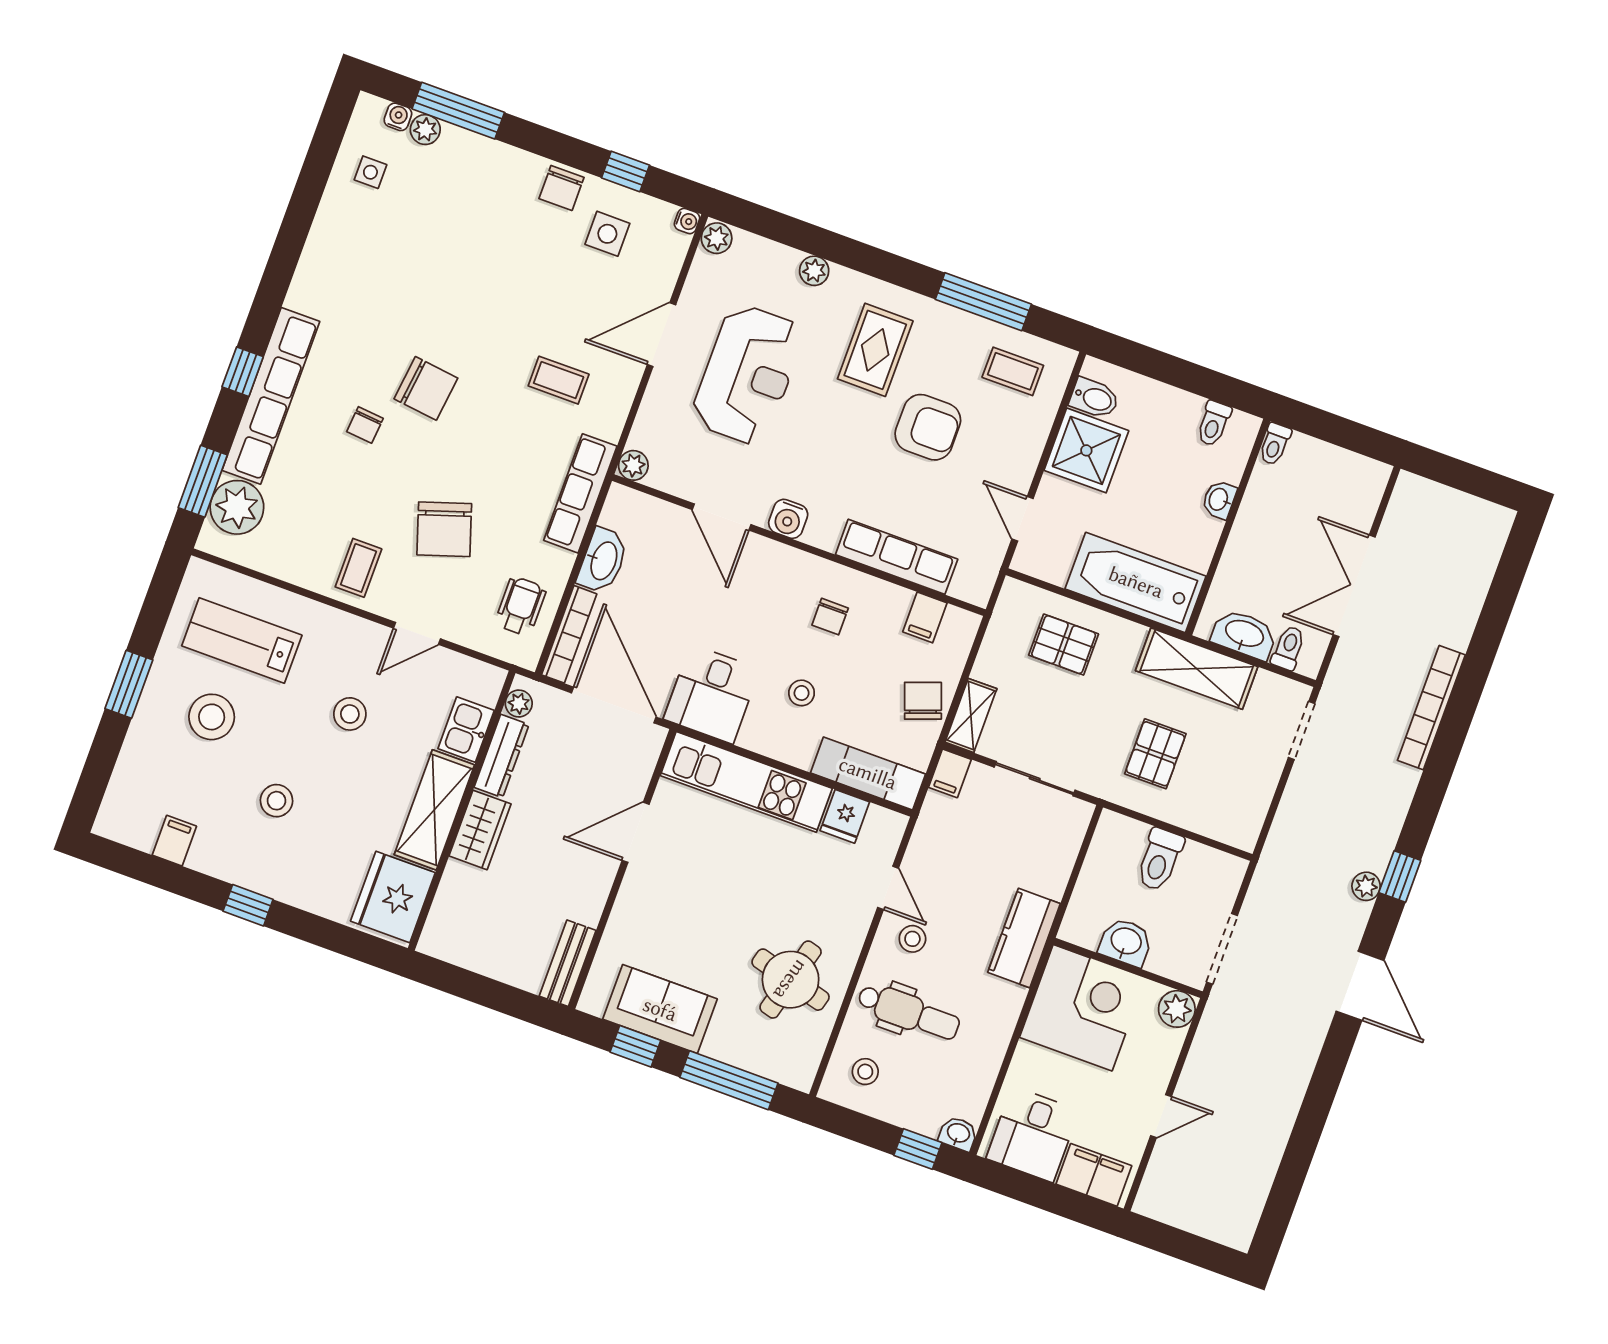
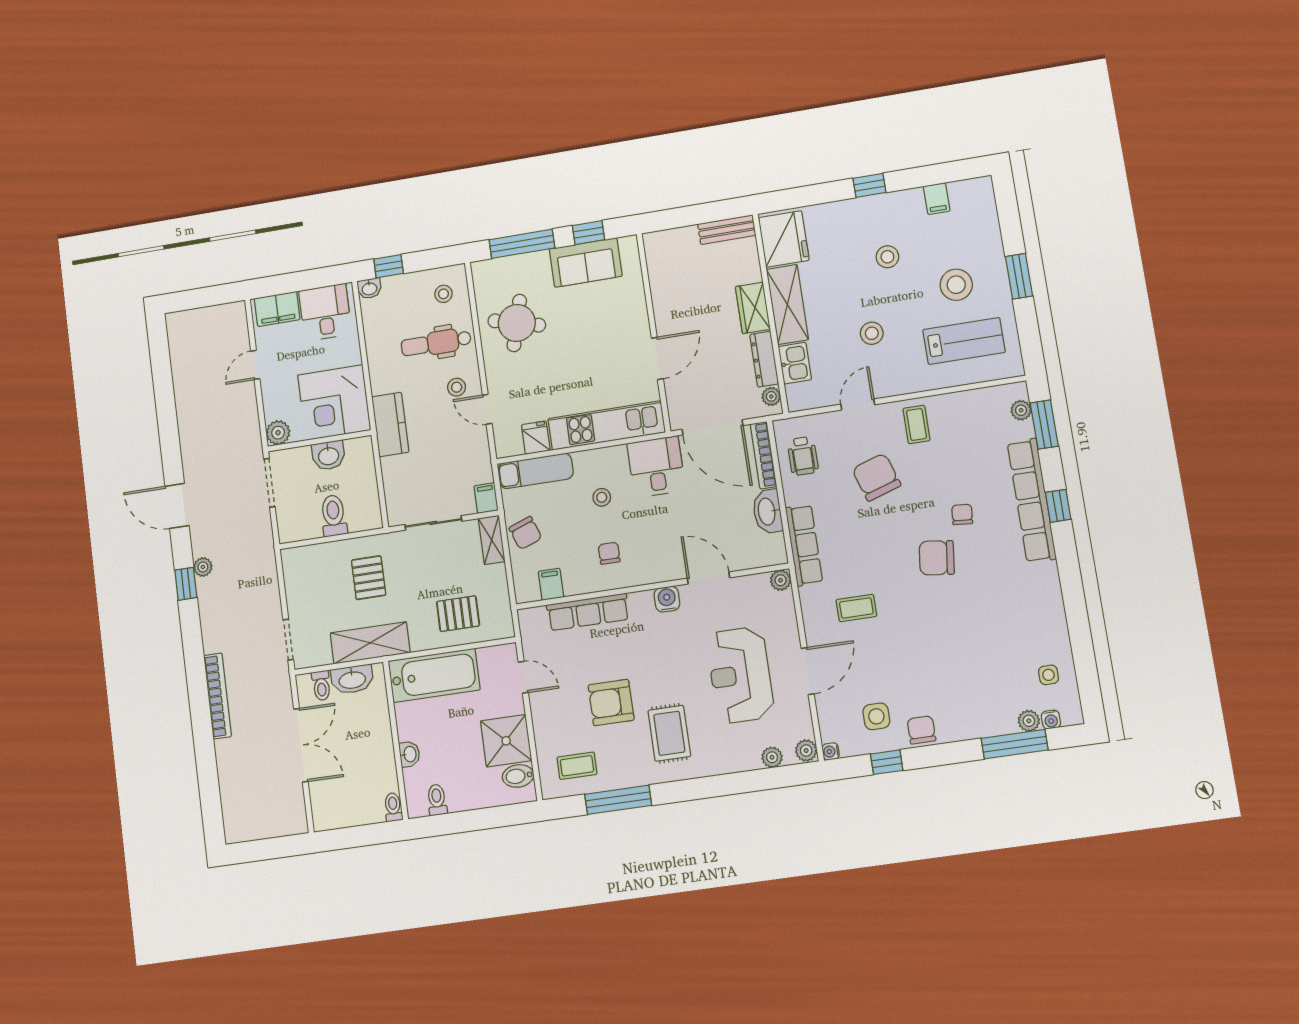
plant: (814, 271) -> (772, 757), moved
plant: (237, 507) -> (1021, 410), width x0.53, depth x0.53
bench: (568, 963) -> (727, 230), moved, turned 90

